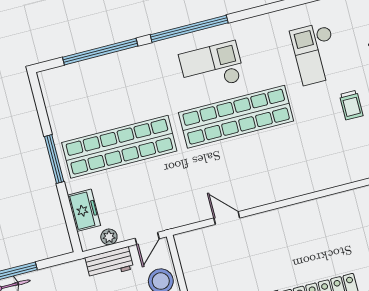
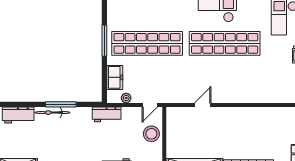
door: (227, 218) -> (203, 105), hinge flipped
workbench: (109, 263) -> (107, 114), moved

